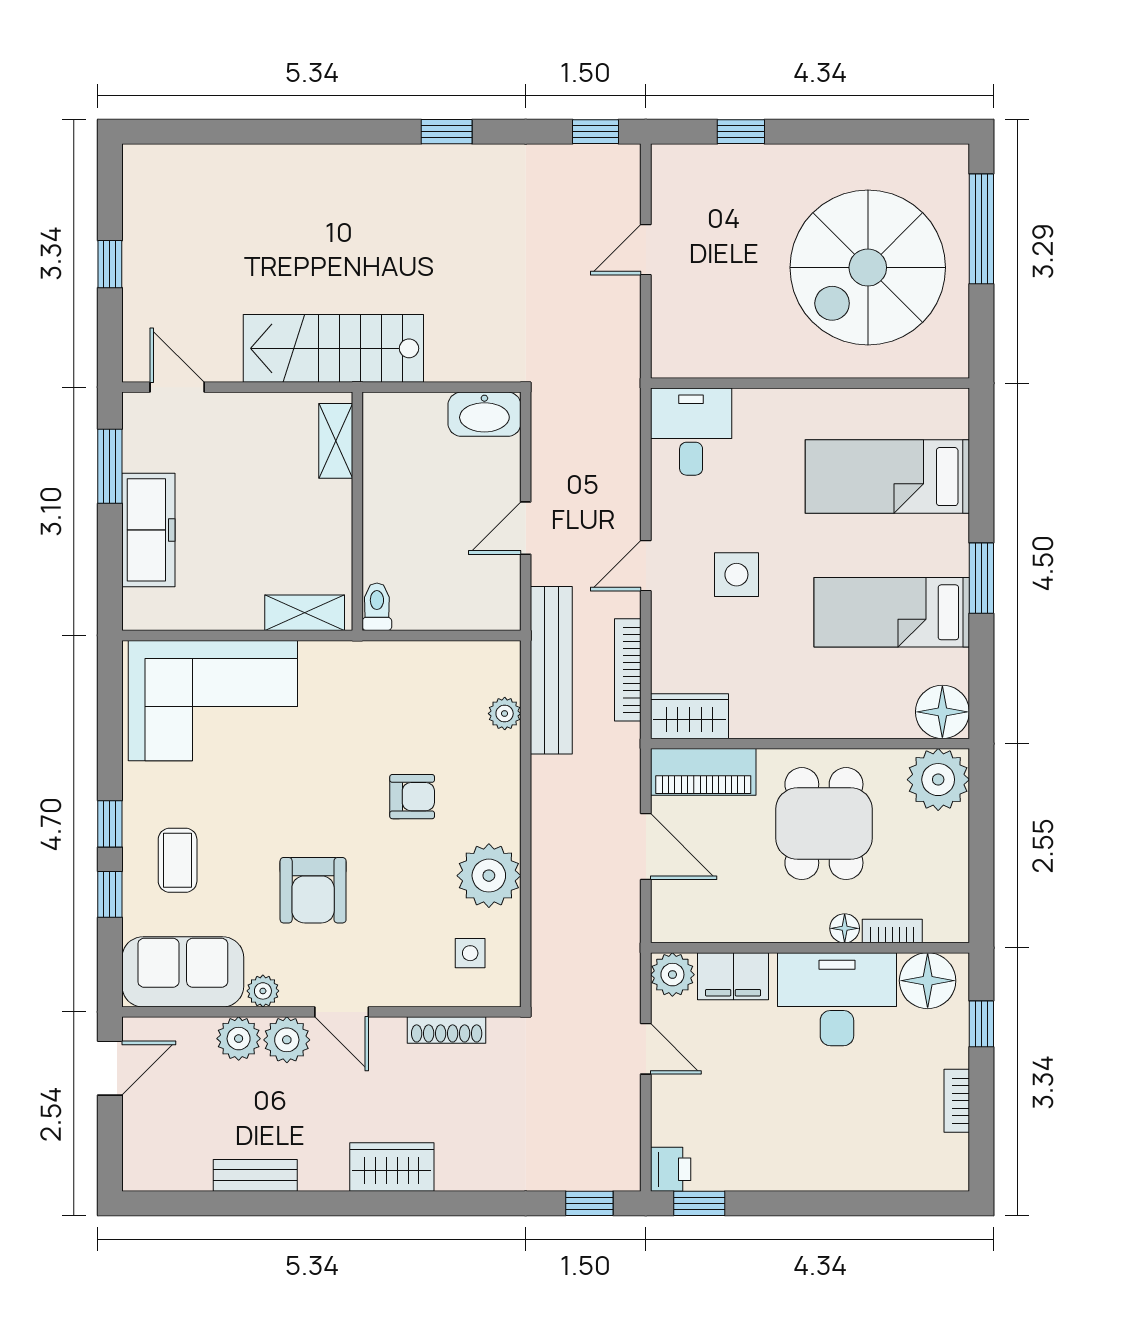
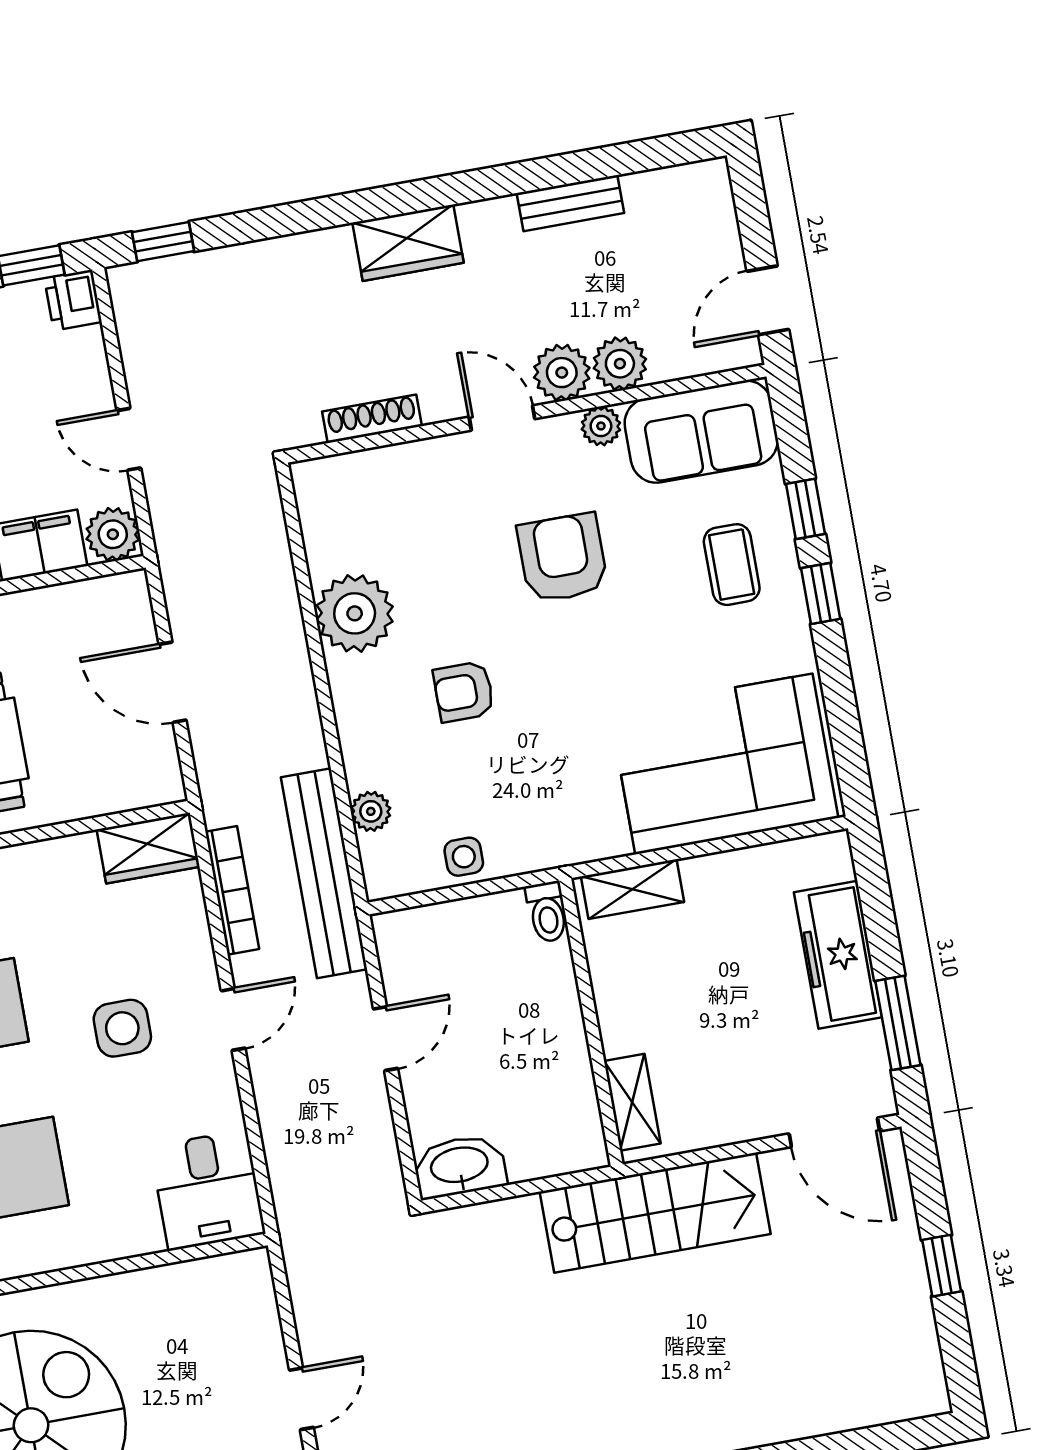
door: (177, 387) -> (834, 1132), width x1.38
piano: (703, 772) -> (120, 784), removed
side table: (470, 953) -> (464, 857), moved

